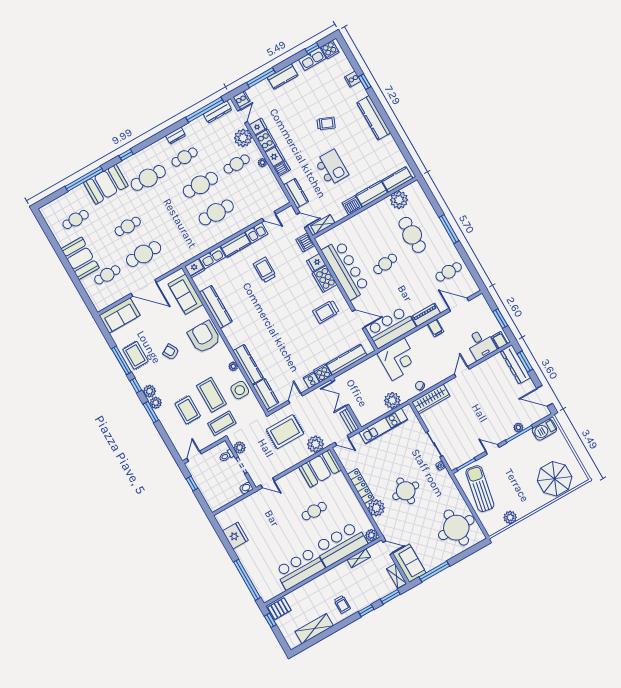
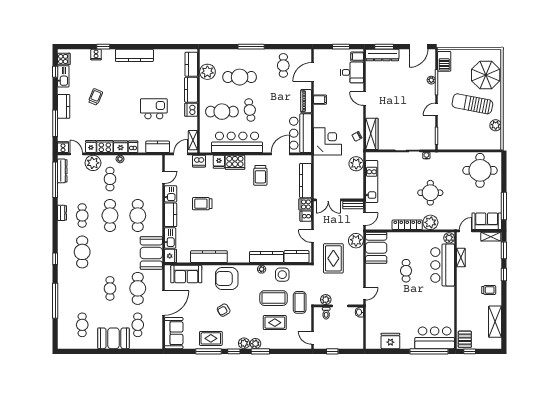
trolley: (326, 123) -> (95, 97), moved
booth: (106, 184) -> (151, 253), moved
cafe table: (368, 237) -> (222, 112), added
sun lounger: (480, 489) -> (472, 104), moved
bar counter: (300, 569) -> (435, 338), moved, turned 90

